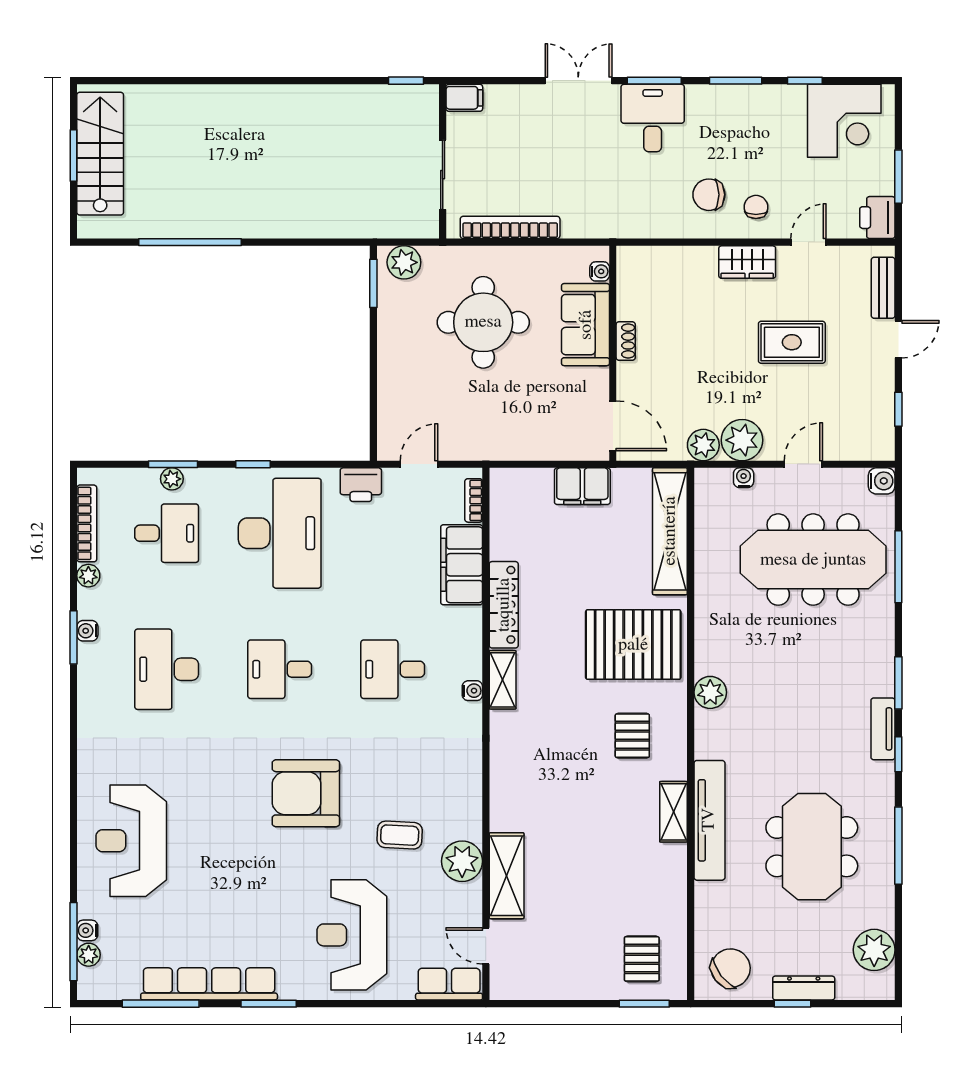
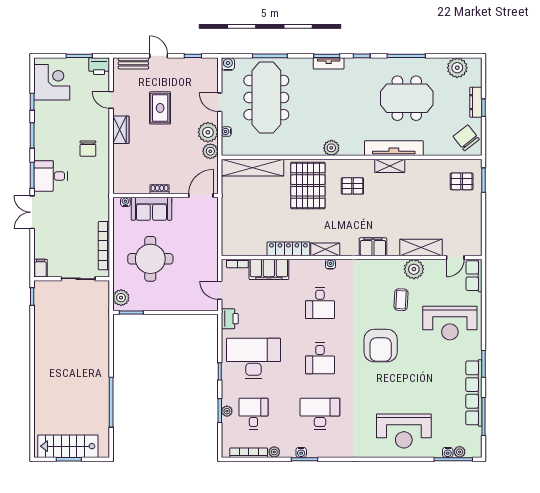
chair: (756, 207) -> (94, 125), removed
filing cabinet: (582, 486) -> (373, 247), moved, turned -90
desk: (167, 669) -> (320, 414), turned 180
tv unit: (883, 729) -> (329, 63), moved

